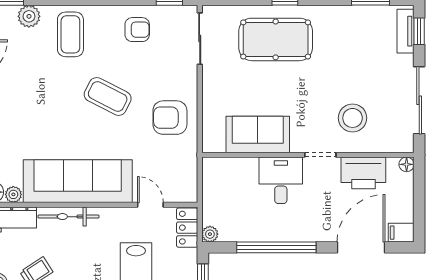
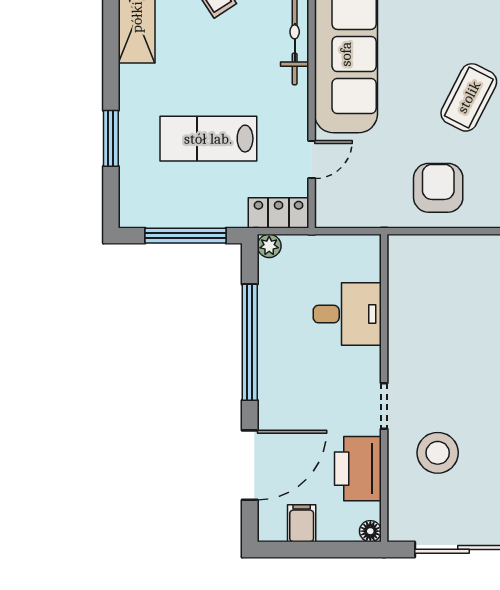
sofa: (258, 135) -> (414, 315), removed
desk: (281, 180) -> (347, 314), moved
filing cabinet: (401, 233) -> (302, 523), moved
door: (361, 247) -> (250, 465), hinge flipped

